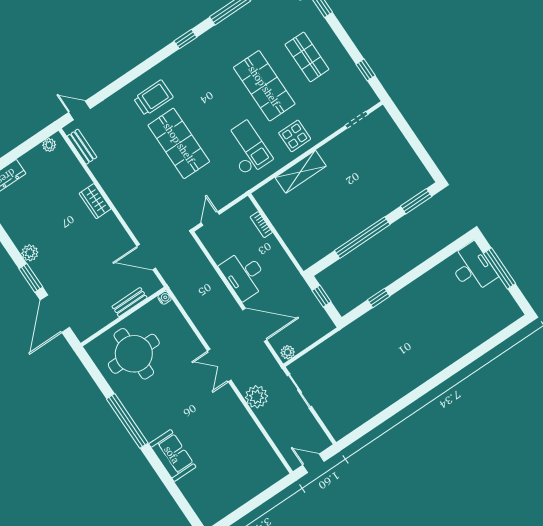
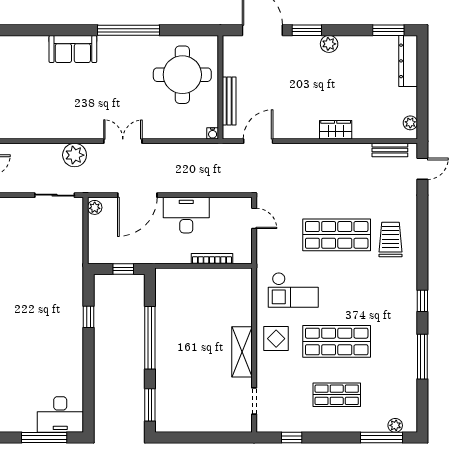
trolley: (153, 98) -> (391, 239), turned 180
shelving: (301, 172) -> (242, 352), moved
bookcase: (261, 225) -> (212, 259), width x1.56
bench: (130, 302) -> (229, 101), width x1.36

